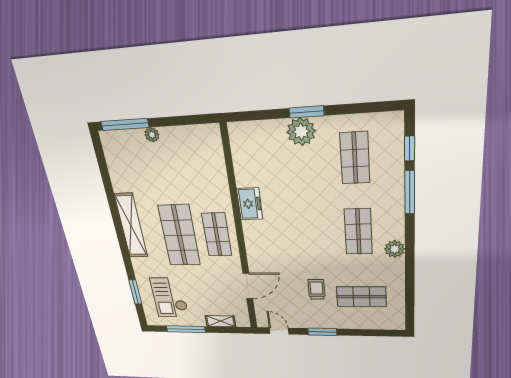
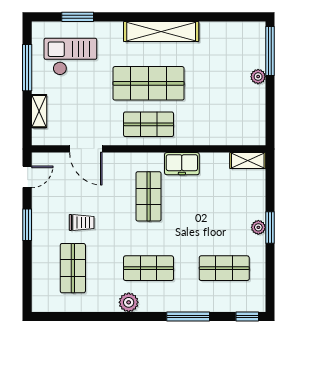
plant: (301, 132) -> (258, 227), width x0.53, depth x0.53
shelving: (238, 140) -> (248, 161), added
window: (410, 149) -> (247, 316), moved
shop shelf: (286, 233) -> (149, 196), added

